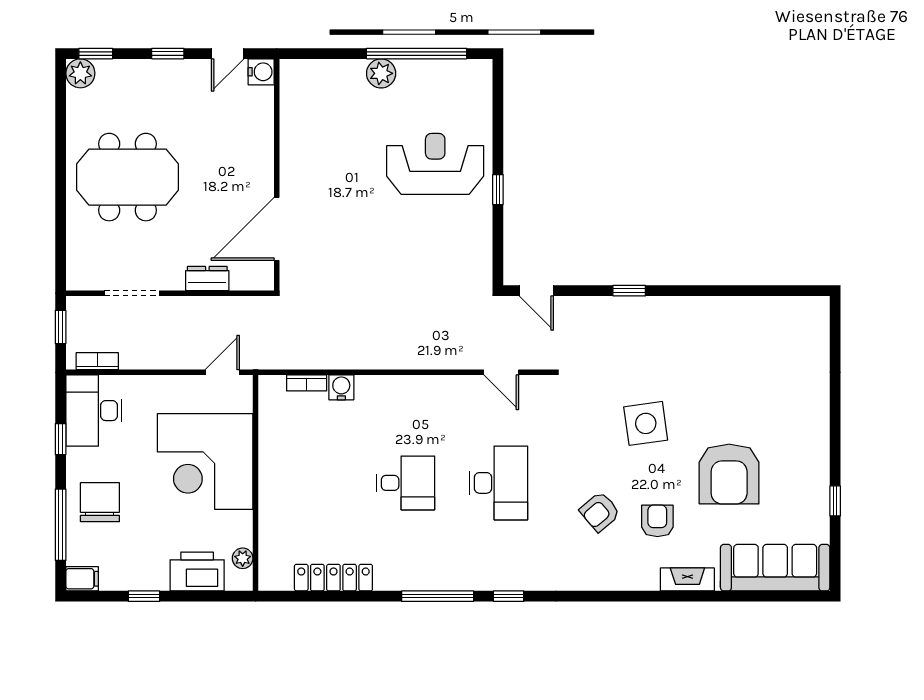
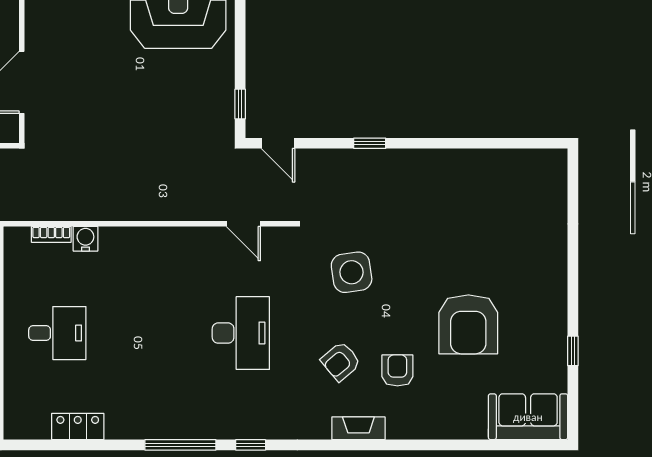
window: (498, 190) -> (240, 104), moved
side table: (646, 423) -> (352, 272), moved
desk: (406, 483) -> (57, 333), moved
sofa: (775, 568) -> (528, 417), width x0.73
locker: (333, 578) -> (78, 426), width x0.66
fireplace: (687, 579) -> (358, 428), moved

